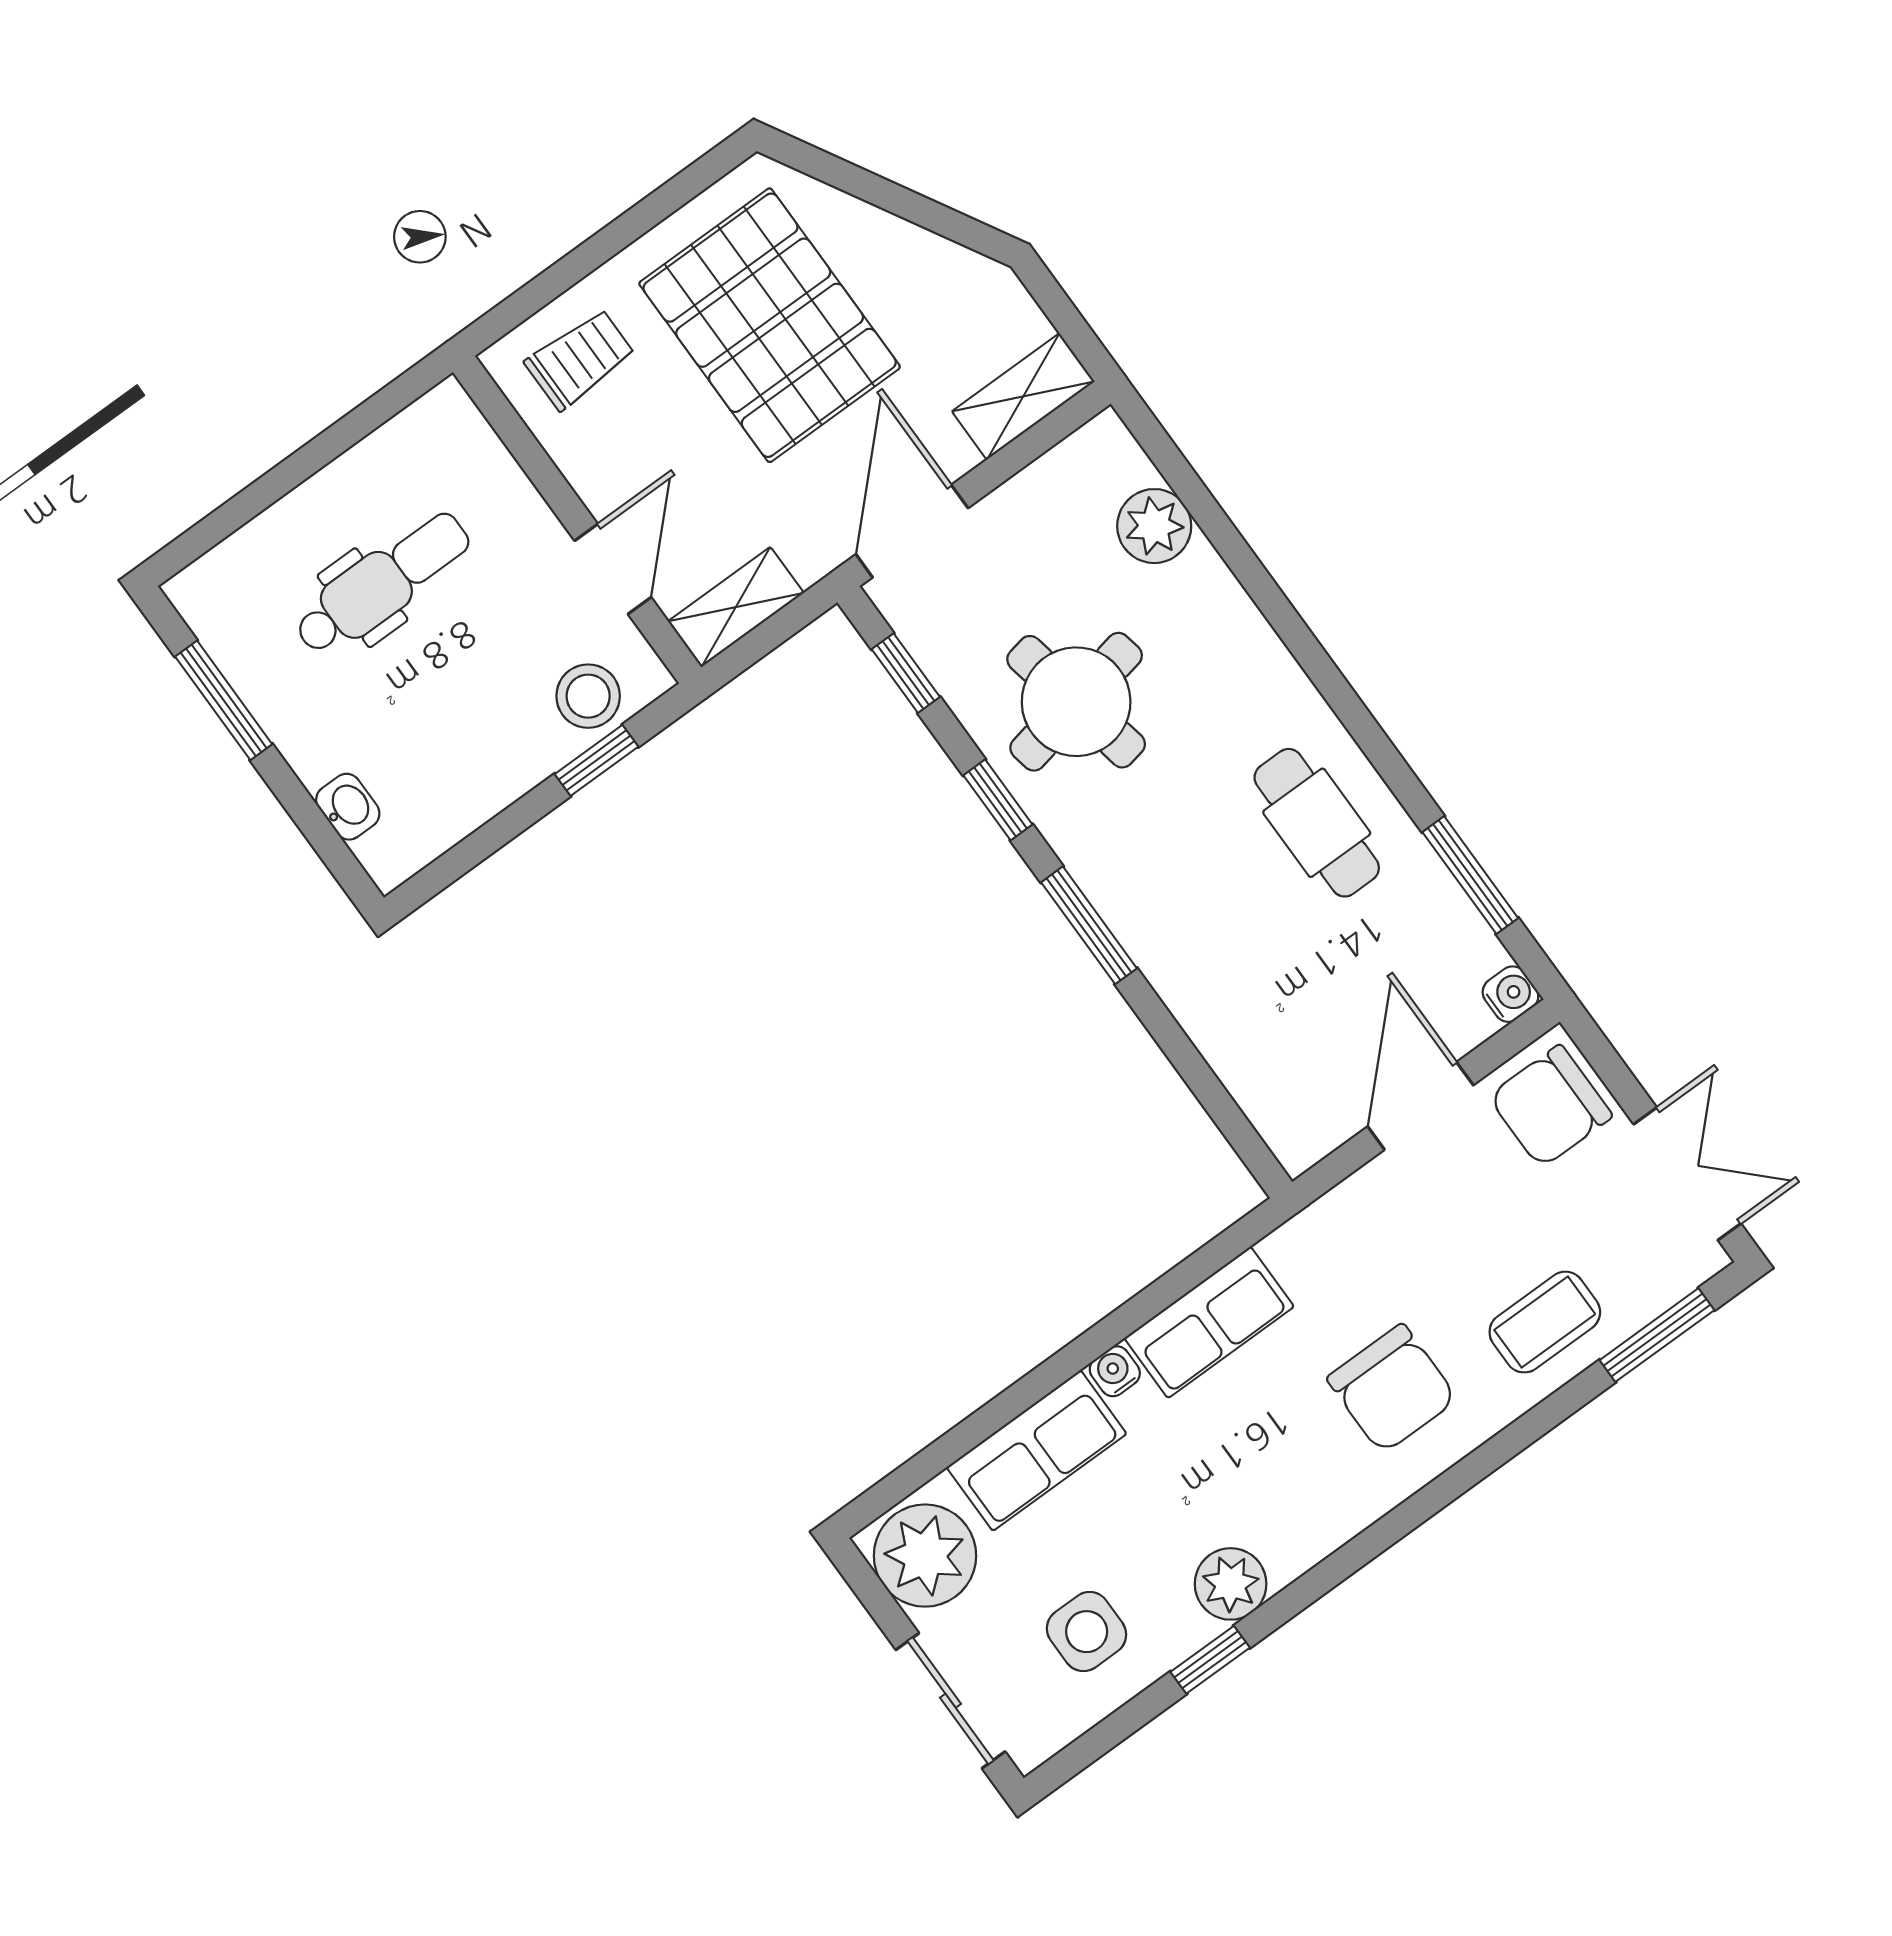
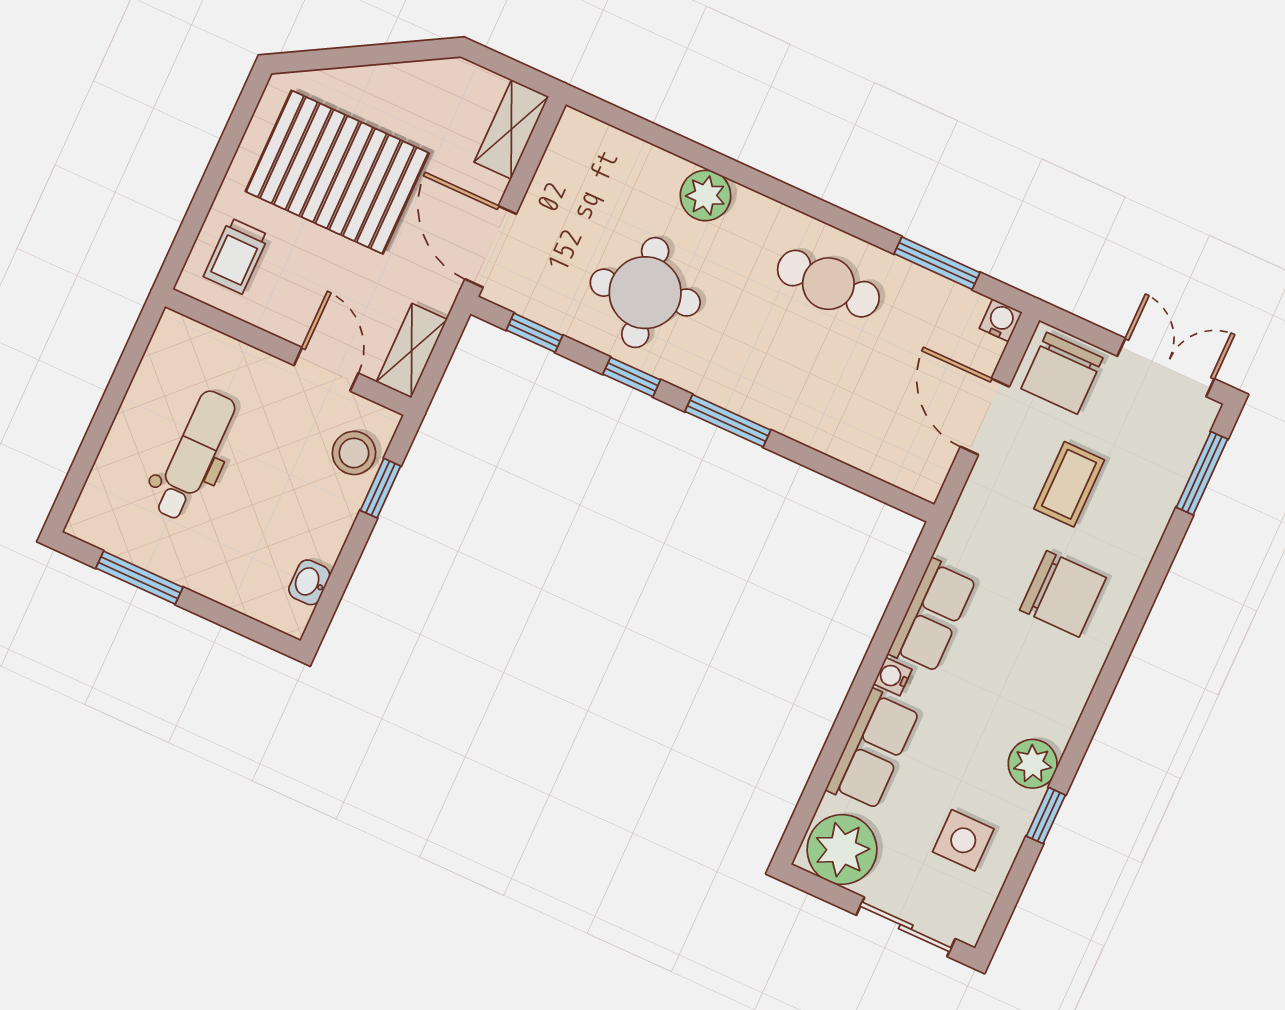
trolley: (580, 359) -> (236, 256), turned 180
plant: (1154, 526) -> (706, 196), moved
washbasin: (348, 807) -> (309, 582), moved, turned -90
coffee table: (1545, 1322) -> (1069, 484), moved

